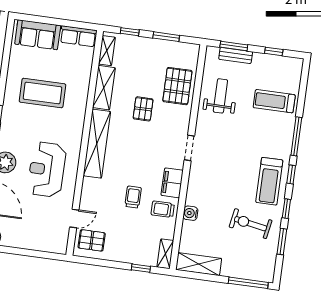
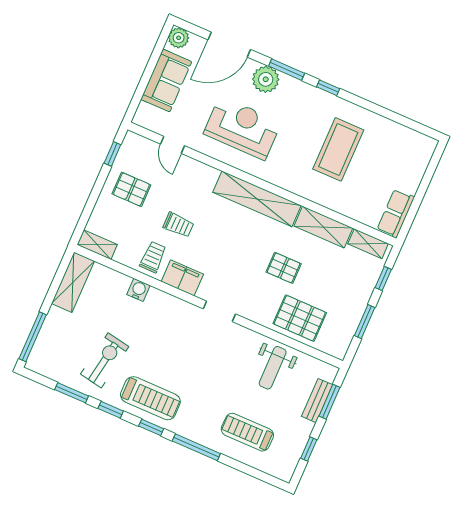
sofa: (38, 35) -> (166, 80), moved, turned 180
weight bench: (220, 96) -> (273, 368), turned 90
treadmill: (274, 101) -> (247, 432), turned -90
treadmill: (269, 181) -> (150, 398), turned 180
pallet: (92, 240) -> (131, 189), moved, turned 90
window: (141, 268) -> (112, 154), moved

